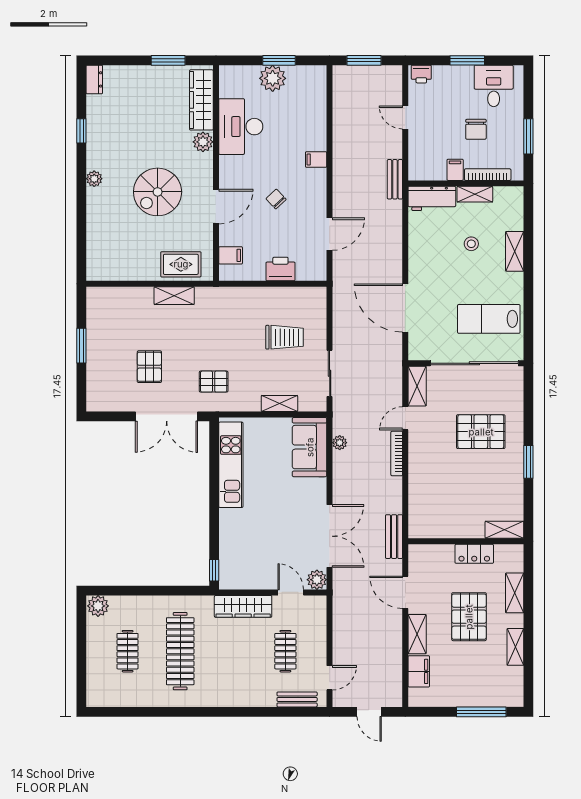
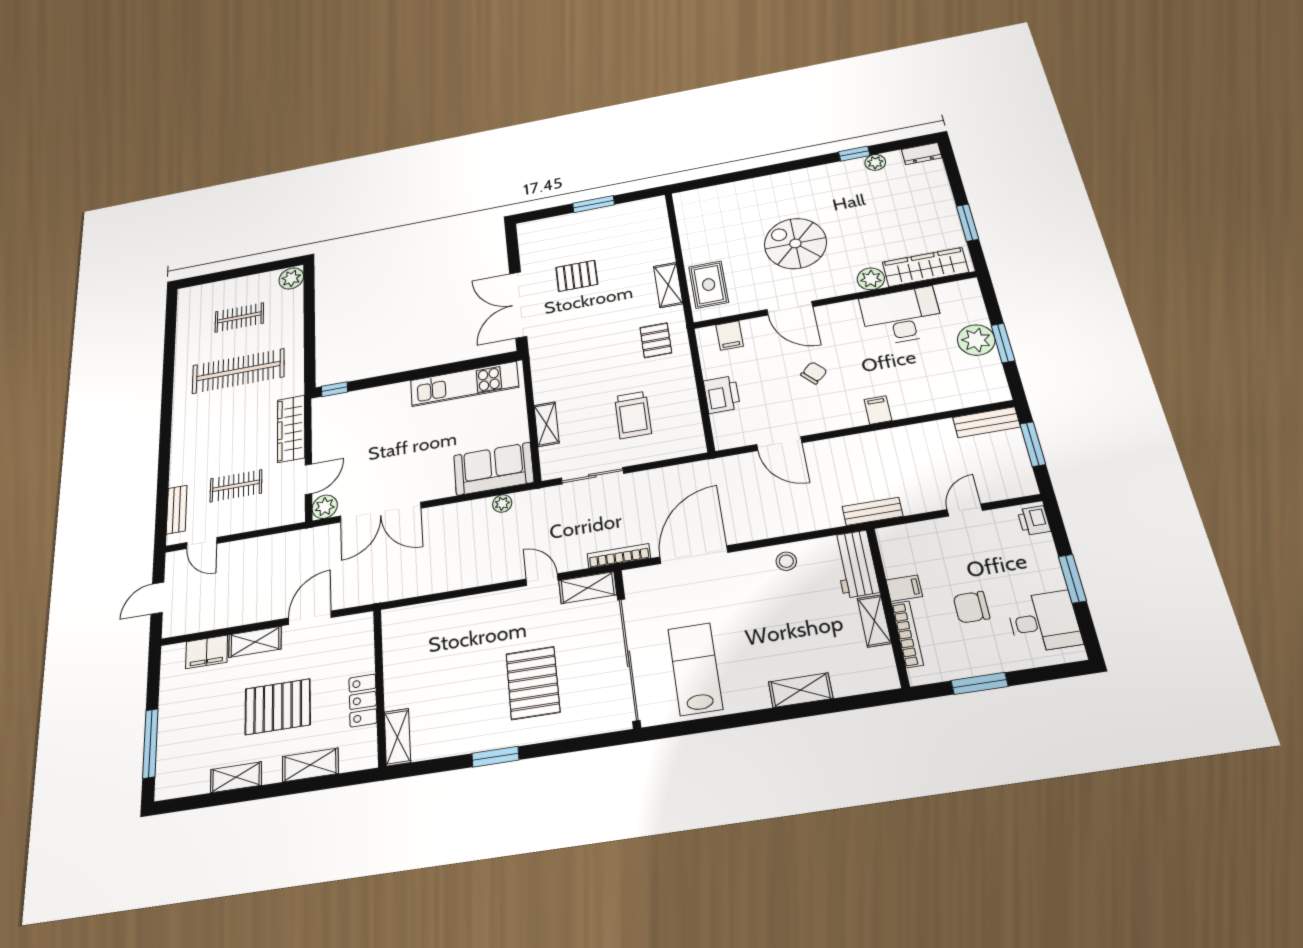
plant: (94, 179) -> (875, 162), moved
stool: (471, 244) -> (786, 561), moved
pallet: (214, 382) -> (656, 340), moved
bookcase: (397, 454) -> (619, 556), moved
bench: (394, 537) -> (986, 422), moved

